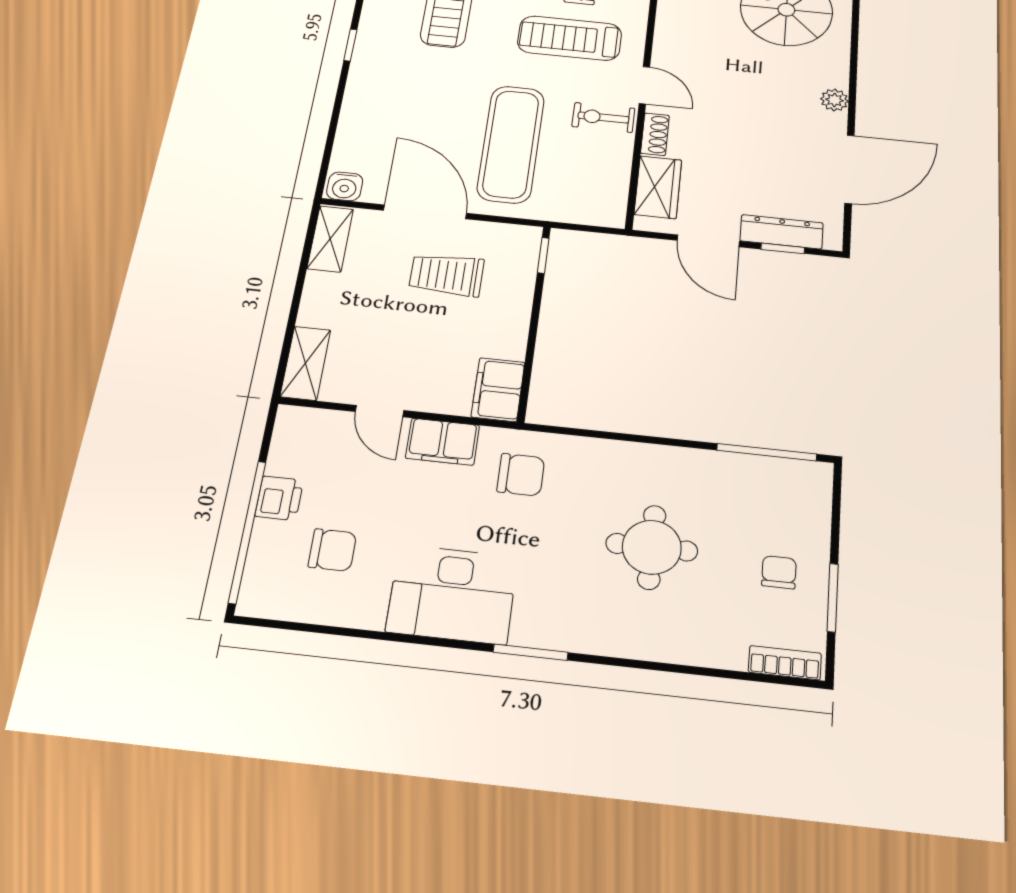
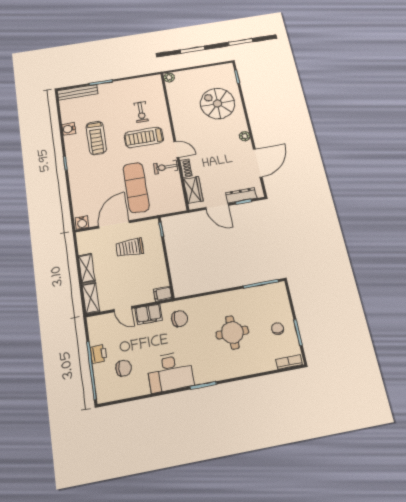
door: (425, 212) -> (114, 224), hinge flipped
shelving: (330, 239) -> (87, 268), moved
filing cabinet: (498, 390) -> (163, 294), width x0.50

